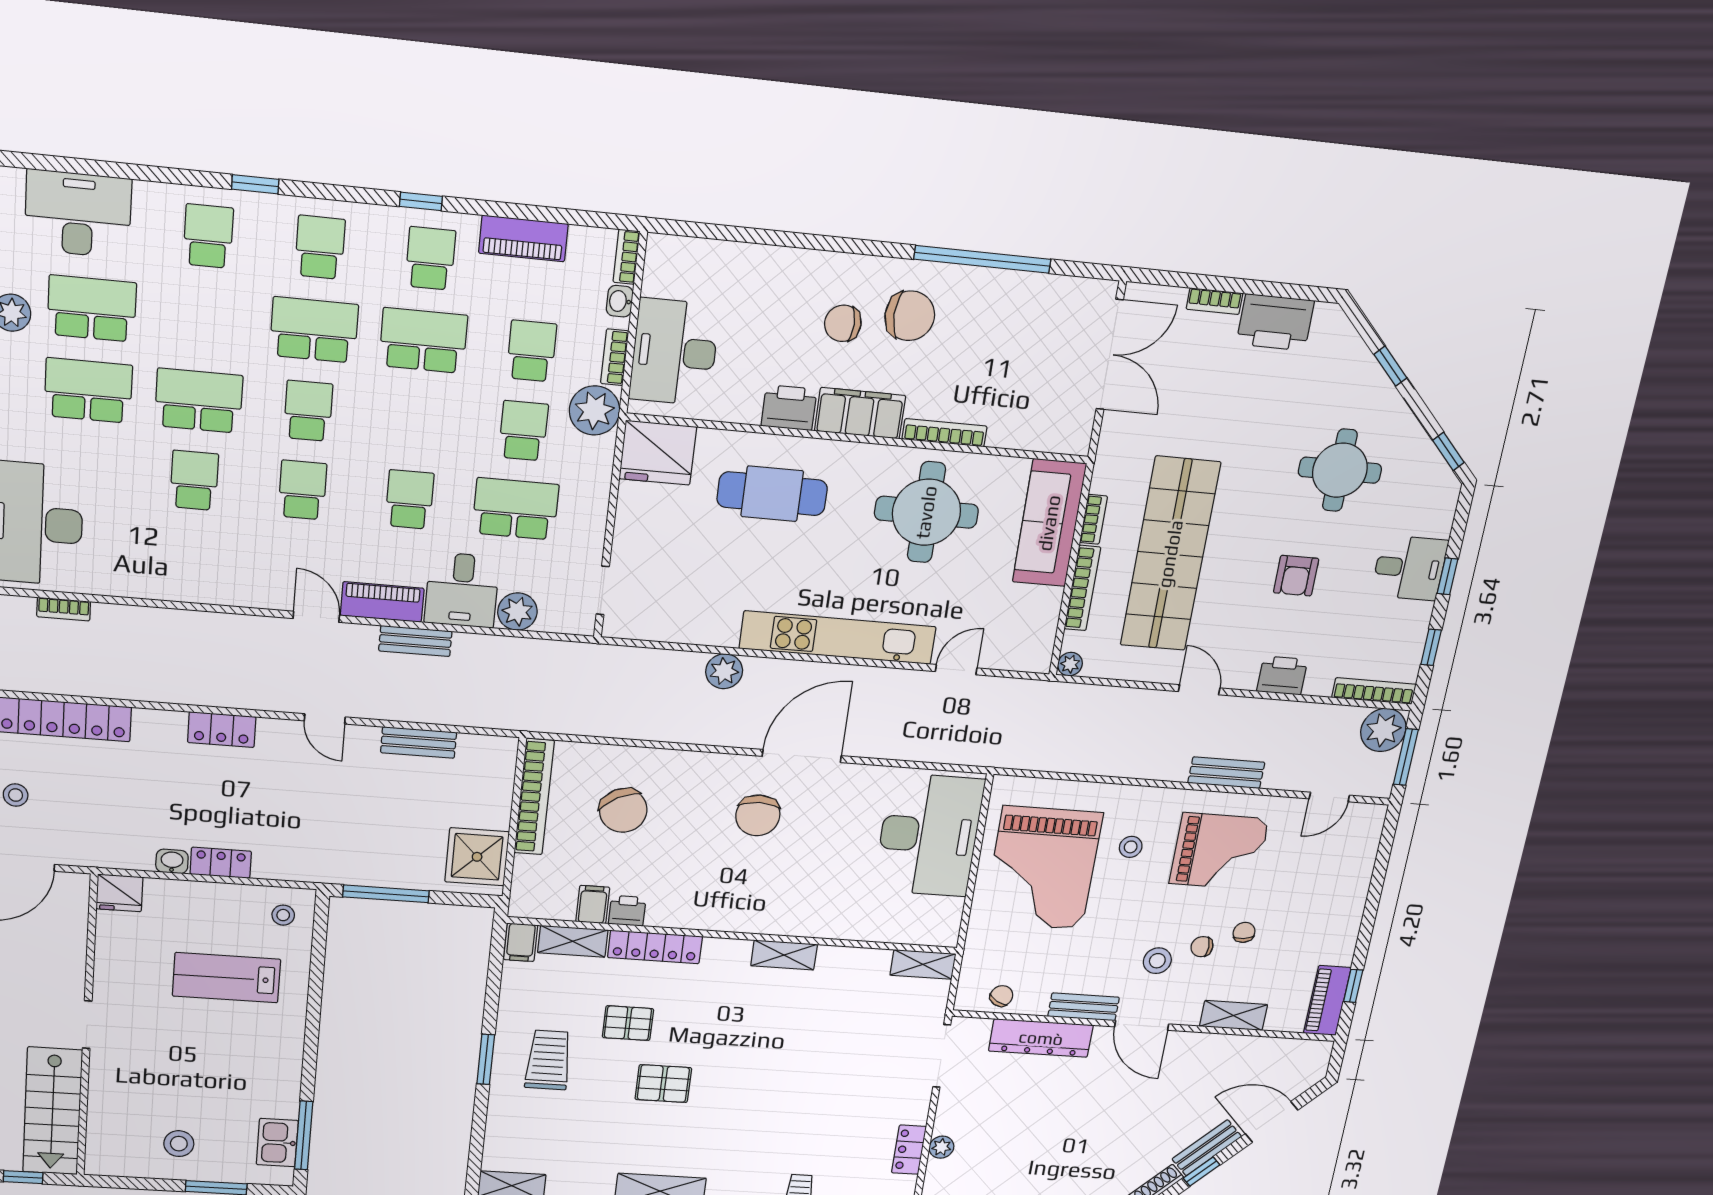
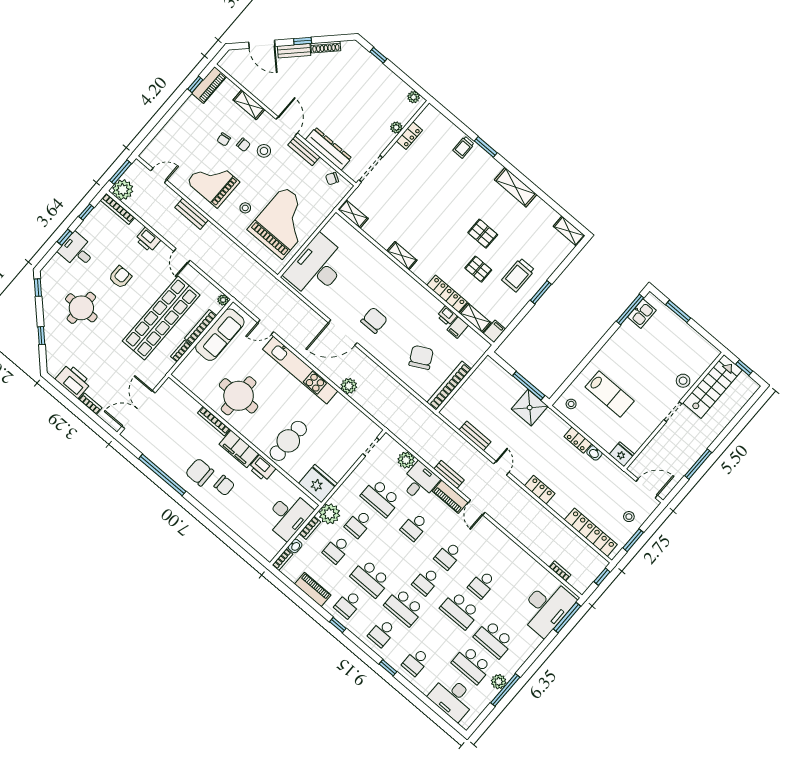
cafe table: (772, 494) -> (288, 441), turned 90
sofa: (1049, 523) -> (220, 335), moved
shower: (477, 857) -> (530, 408), moved
stool: (179, 1144) -> (683, 381), moved

